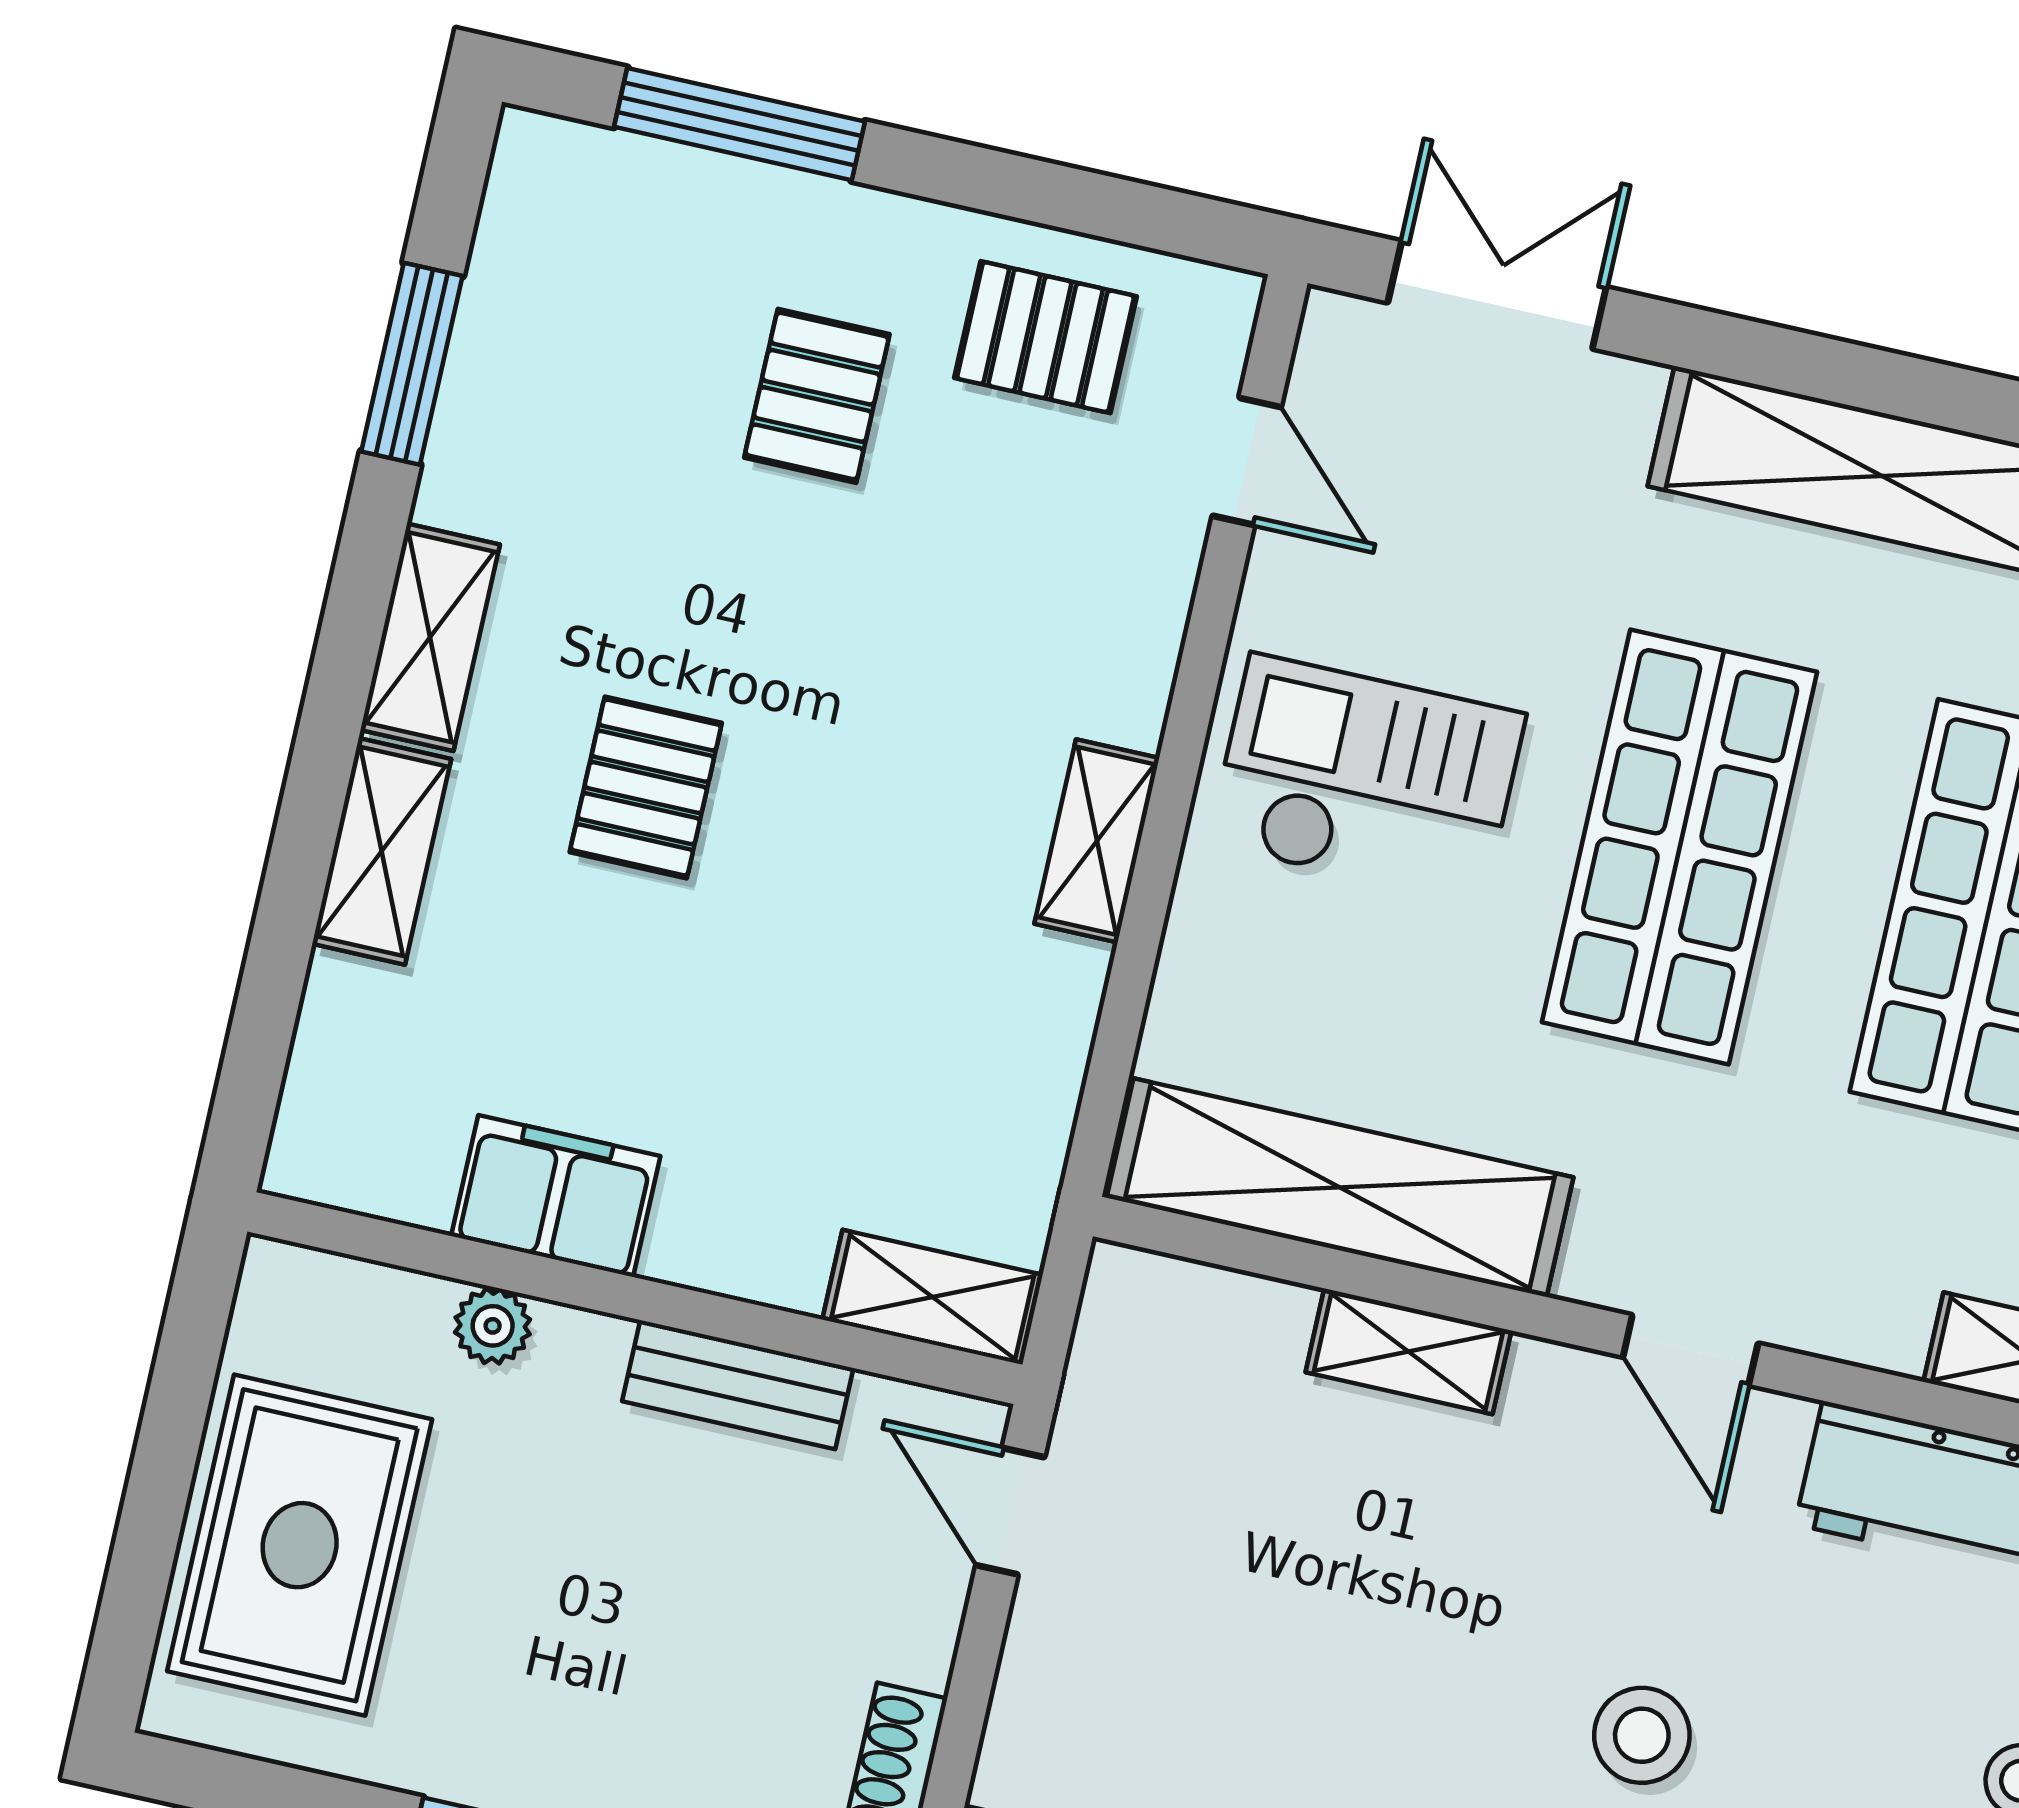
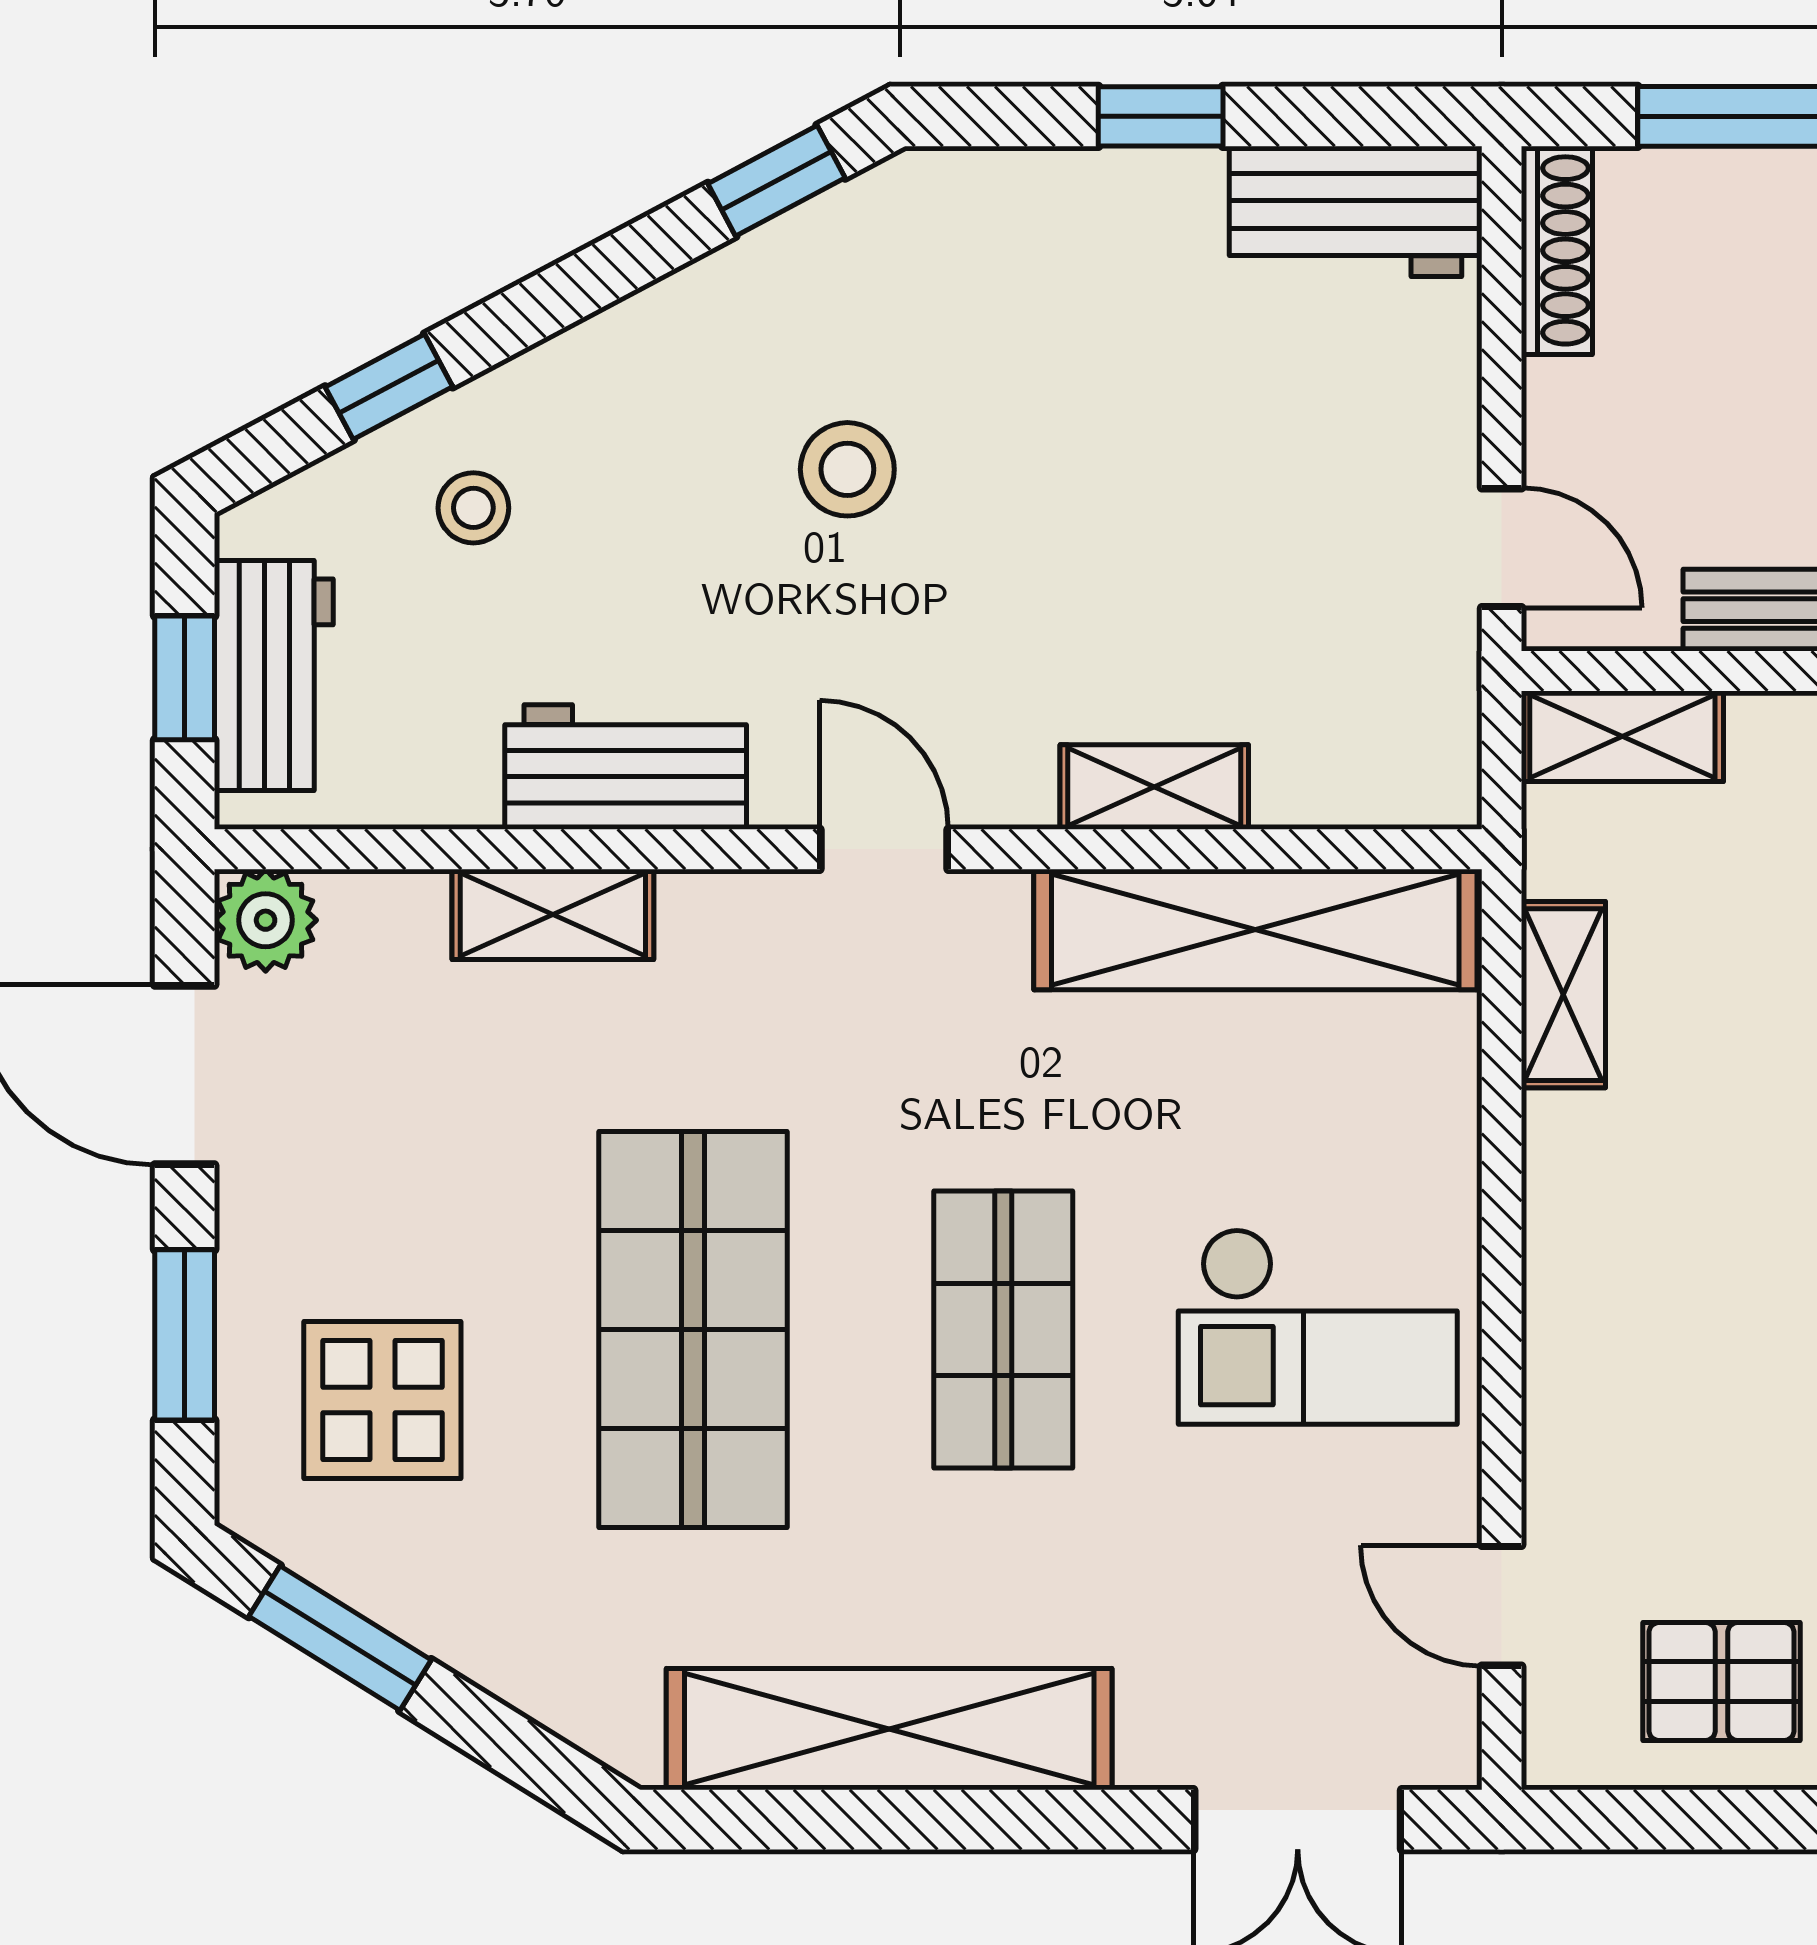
shelving: (1097, 841) -> (1563, 995), moved
shop shelf: (1680, 847) -> (1003, 1329), width x0.70, depth x0.74

